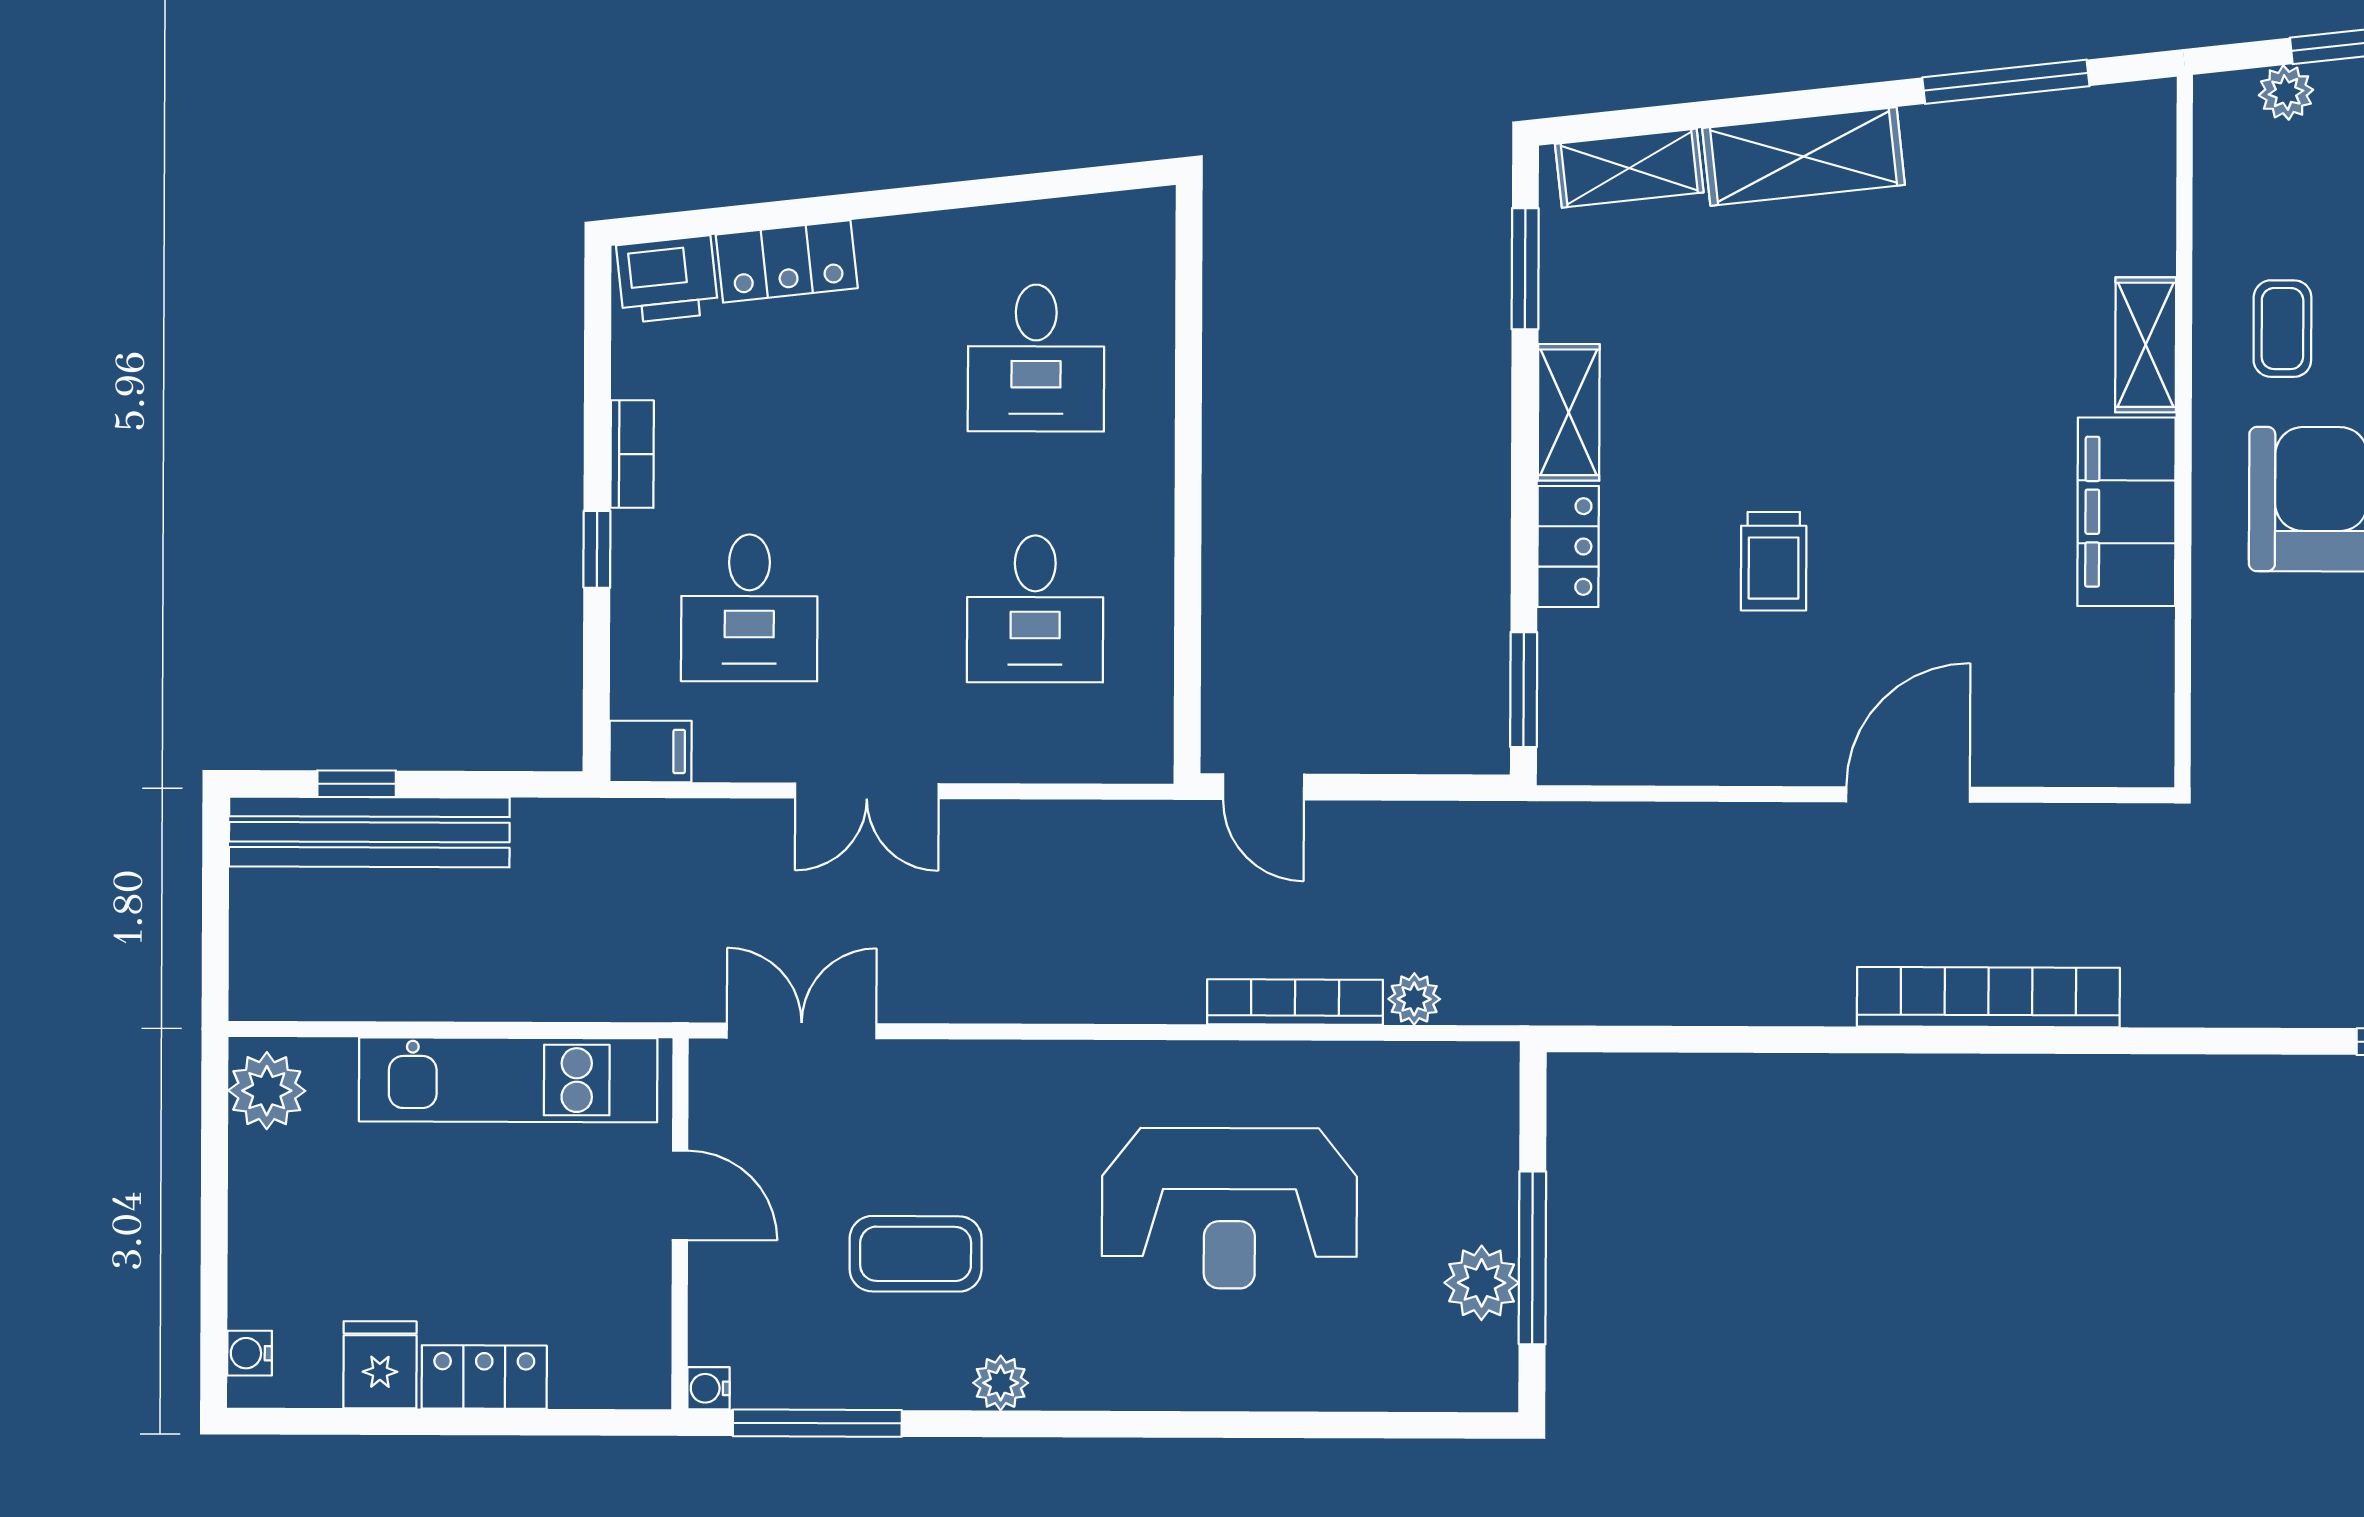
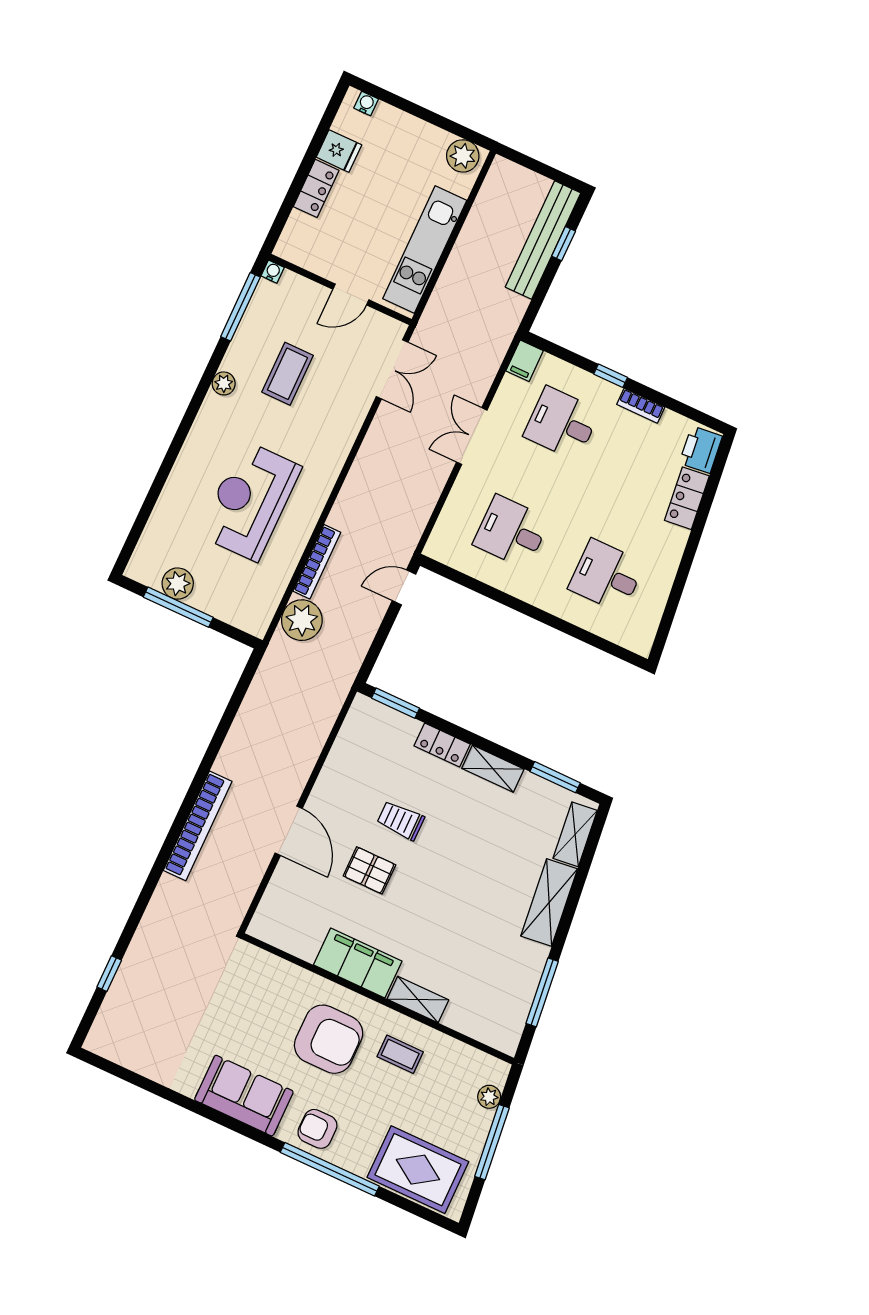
pallet: (1913, 579) -> (369, 870), added
plant: (1414, 999) -> (302, 620), width x1.87, depth x1.87

